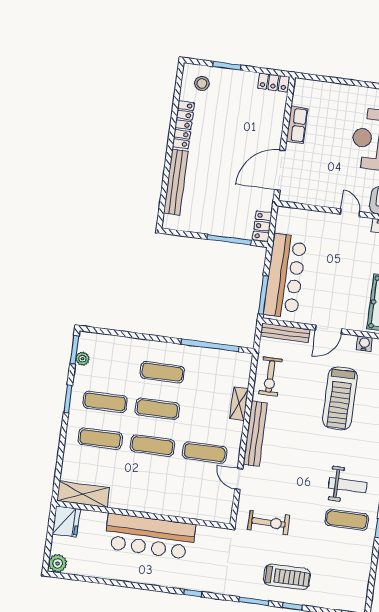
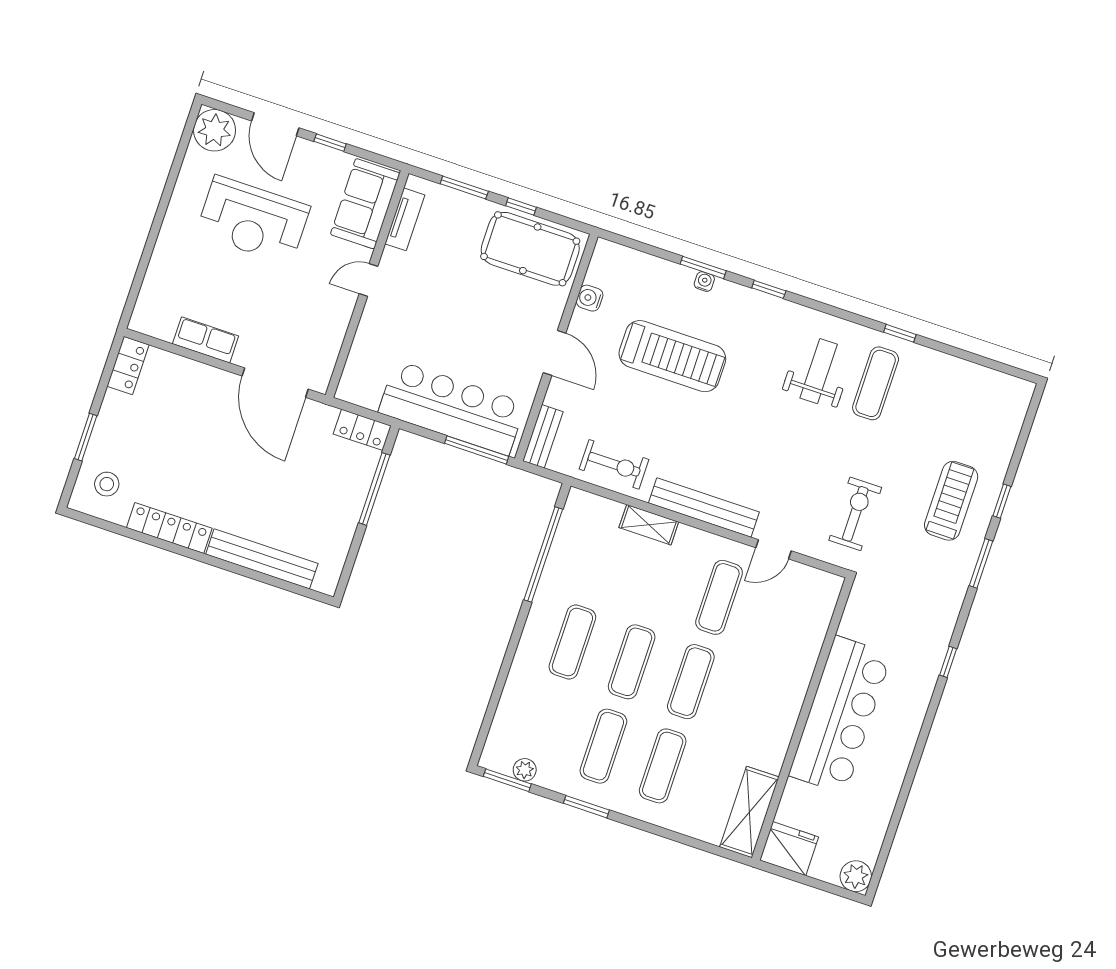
bench: (285, 333) -> (543, 436), width x0.73

